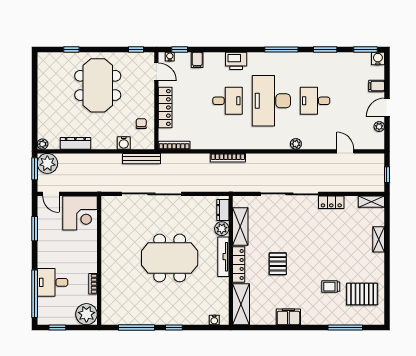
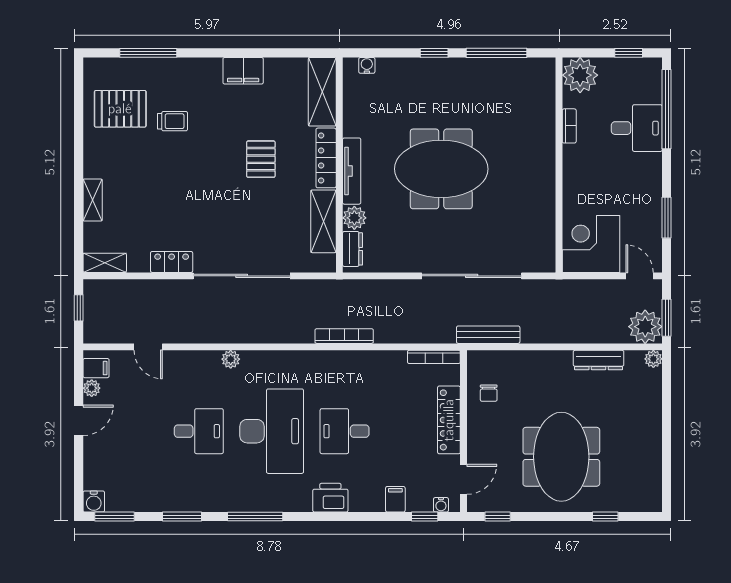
door: (156, 72) -> (464, 479), swing flipped
filing cabinet: (377, 86) -> (96, 368), moved
water cooler: (124, 143) -> (518, 361), removed

